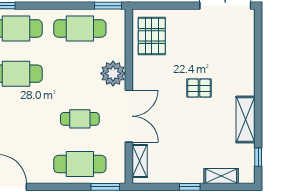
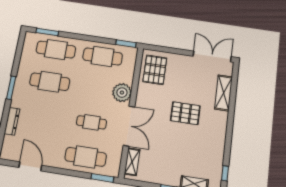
pallet: (199, 88) -> (185, 113), width x1.50, depth x1.42
shelving: (246, 120) -> (224, 93), moved

